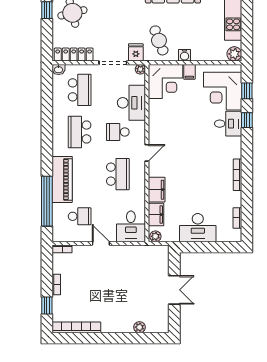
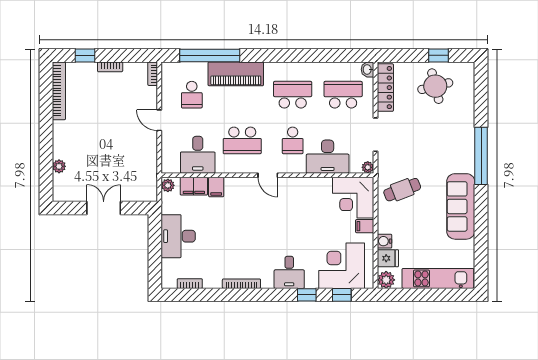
fridge: (136, 52) -> (388, 258), moved
water cooler: (184, 55) -> (385, 241), moved
school desk: (80, 90) -> (343, 95), turned 180
desk: (228, 124) -> (289, 272), moved
school desk: (118, 132) -> (293, 140), turned 180
filing cabinet: (157, 190) -> (216, 187), width x0.50
desk: (131, 226) -> (198, 155), moved, turned -90
door: (101, 243) -> (159, 120), swing flipped
double door: (174, 290) -> (104, 208), swing flipped

